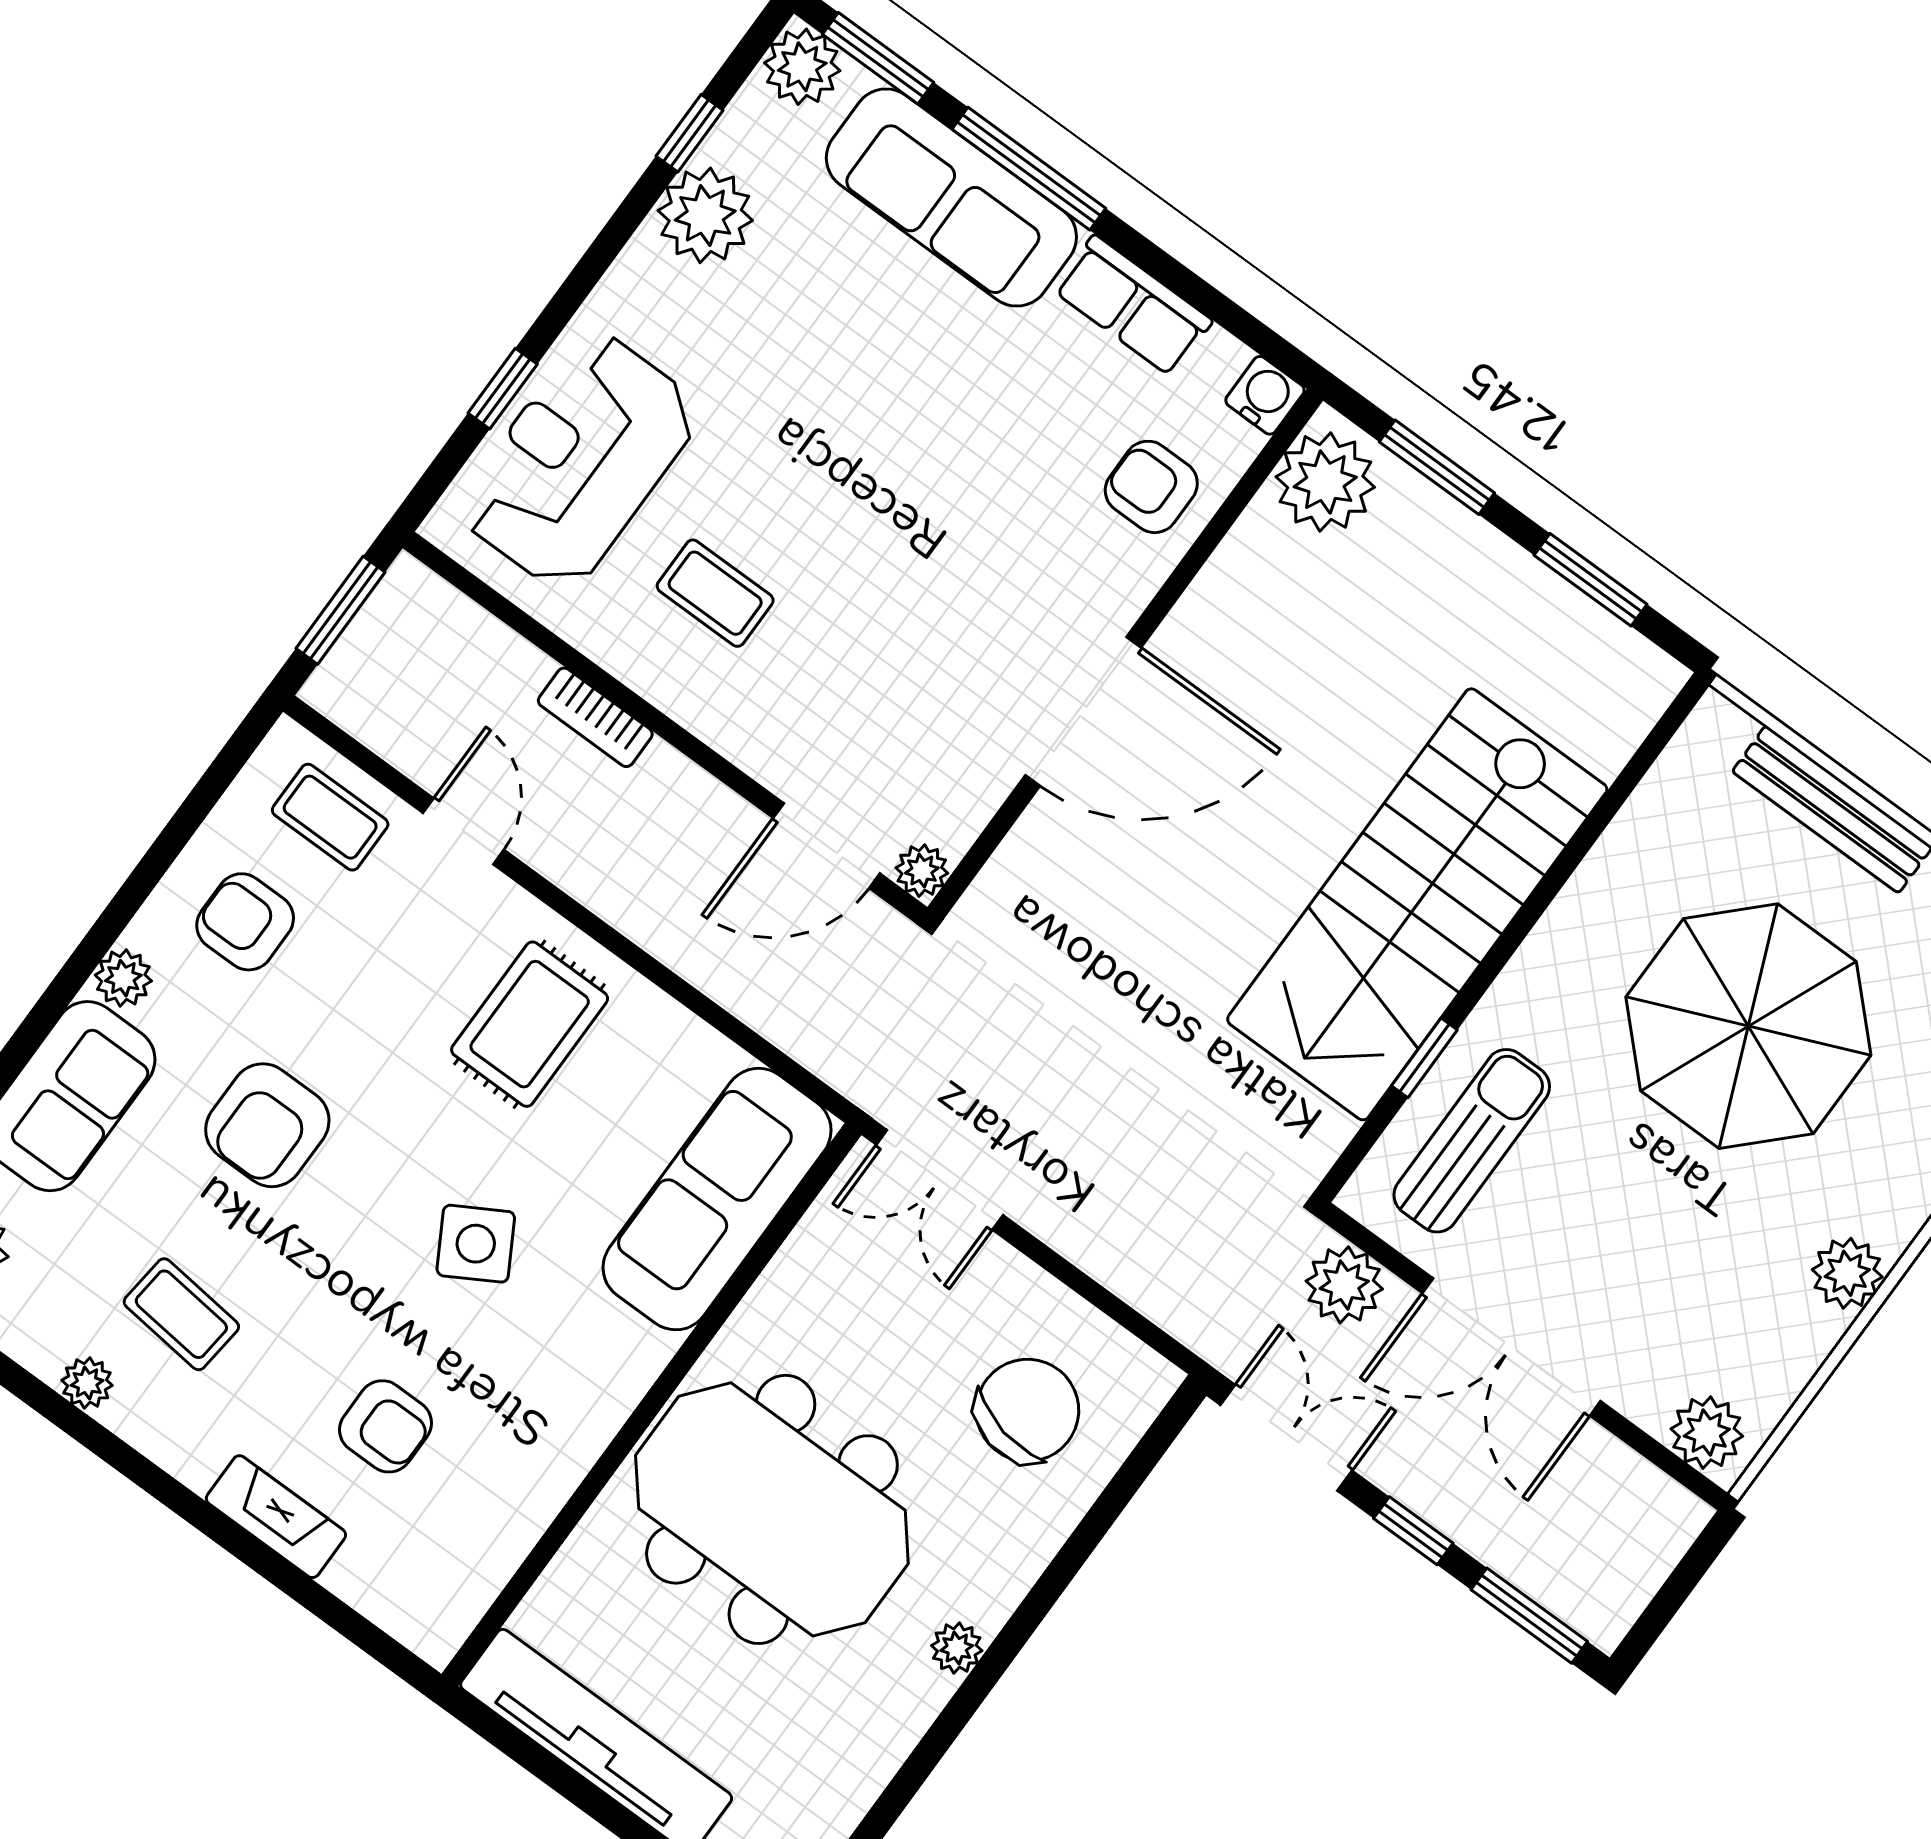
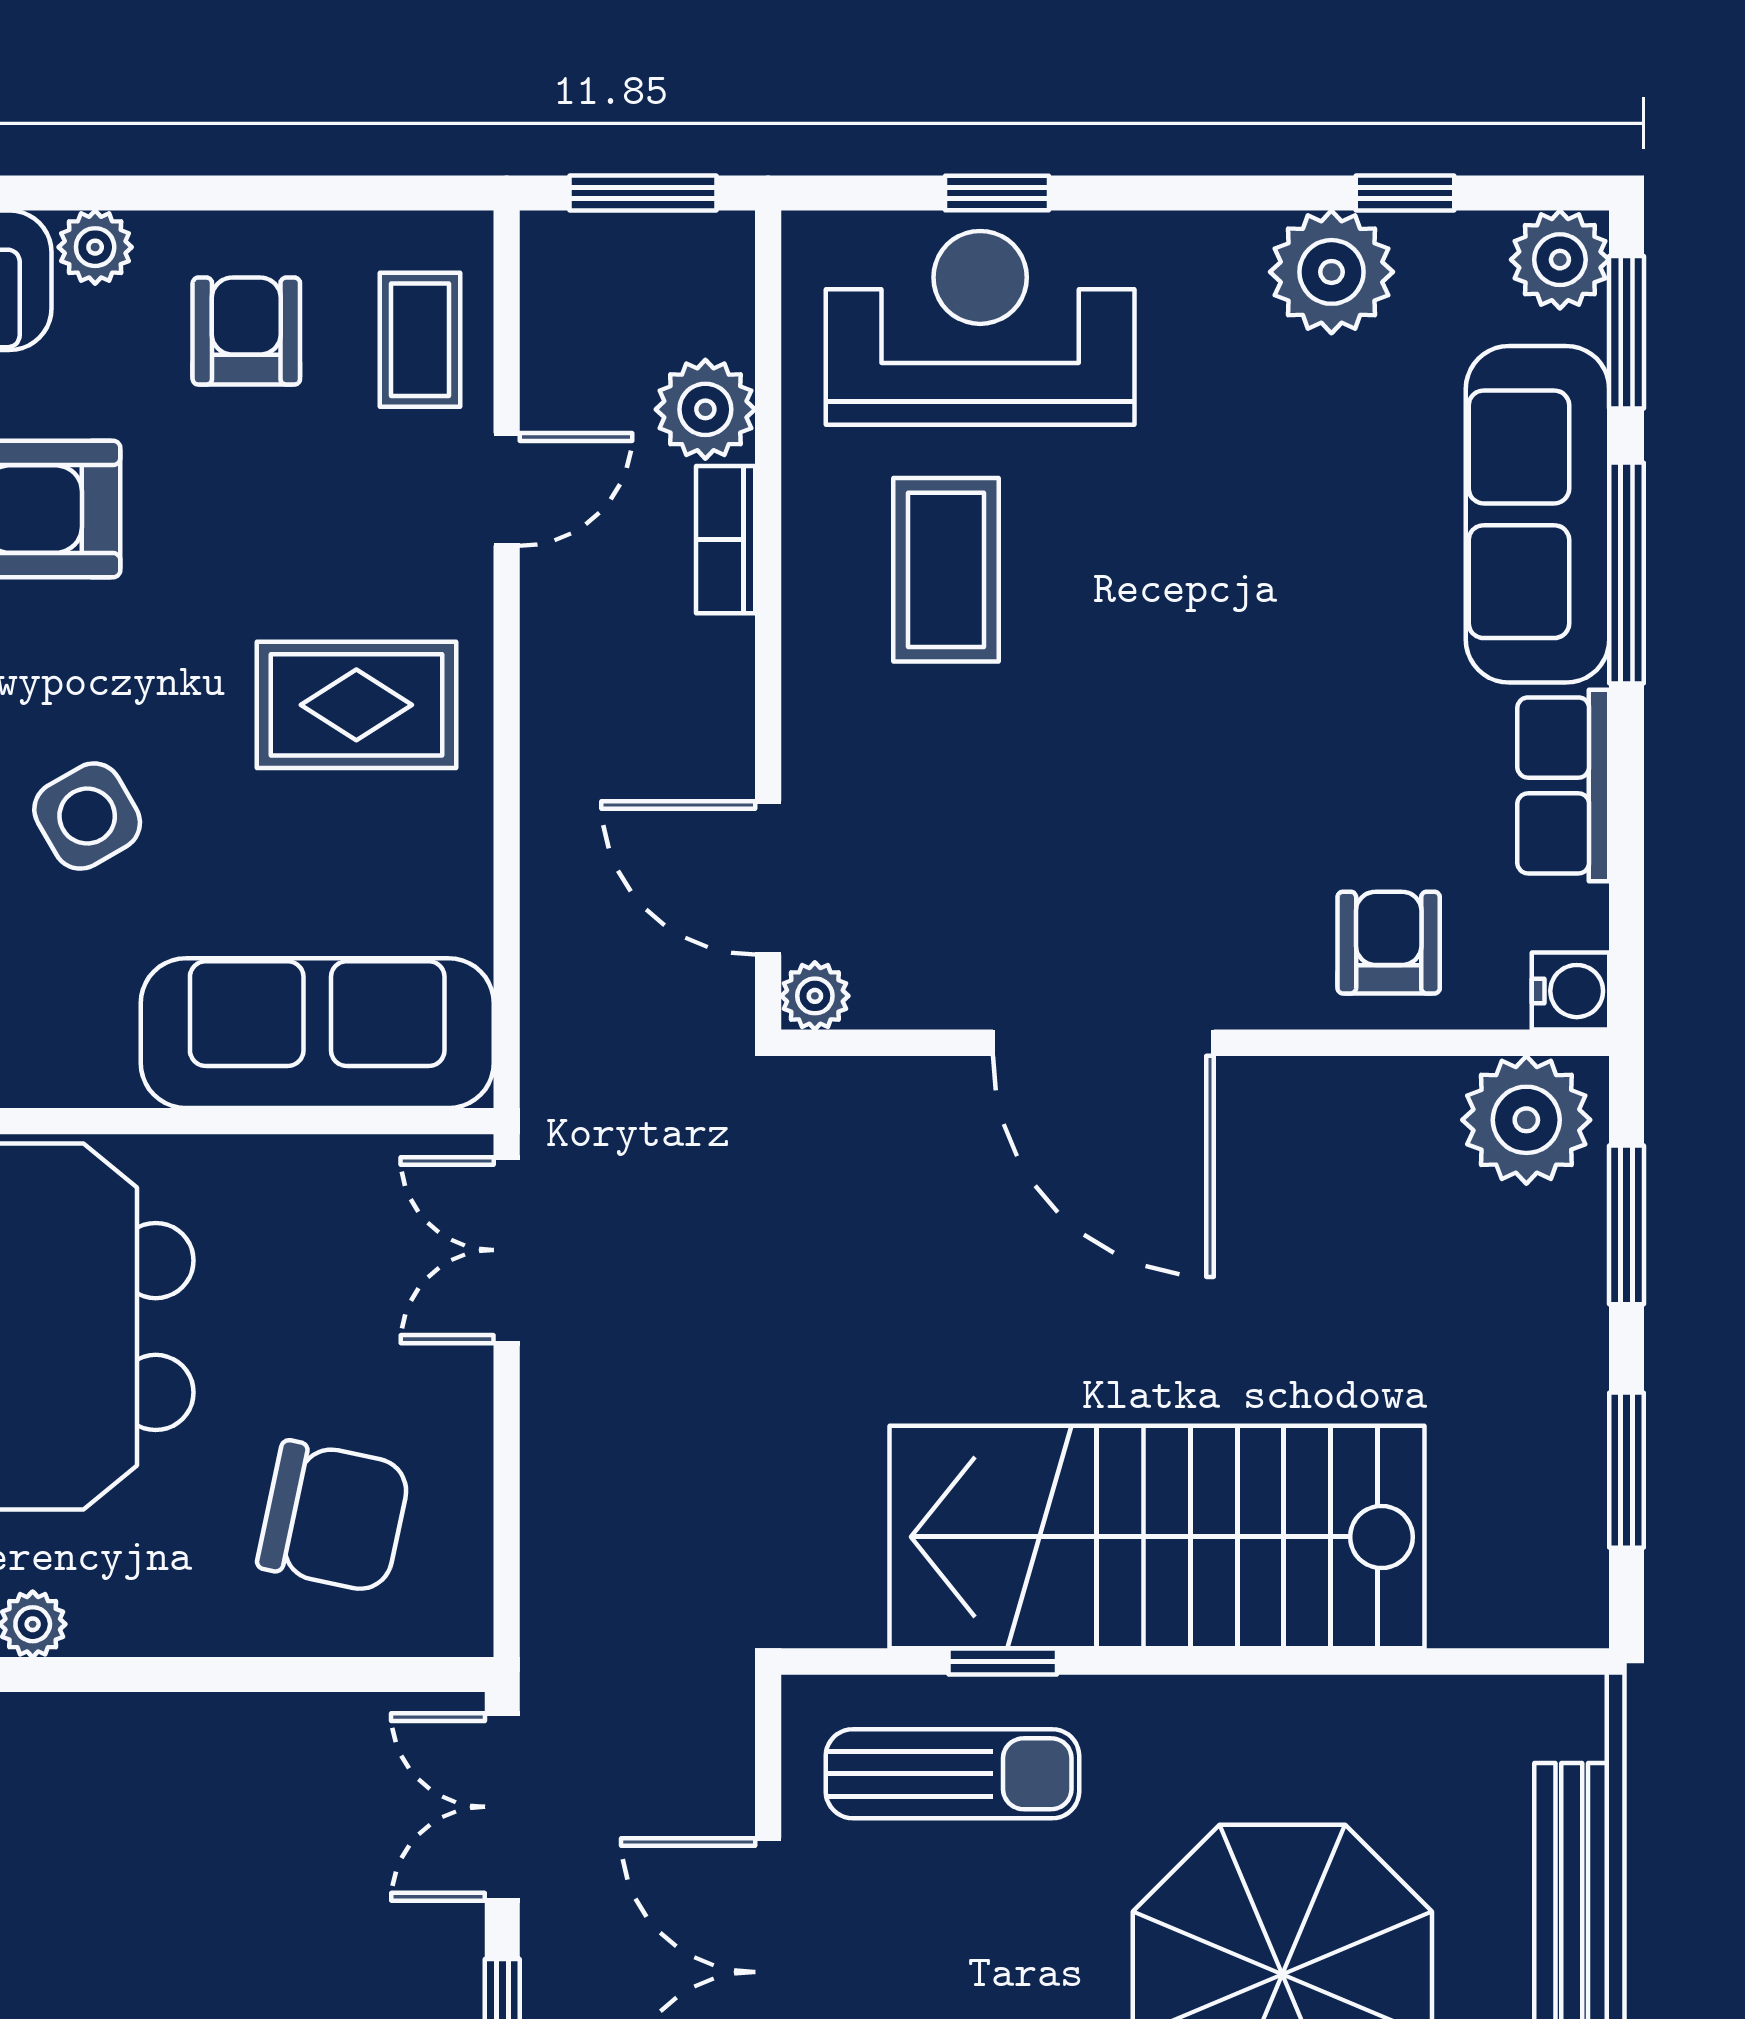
coffee table: (715, 593) -> (946, 570), width x1.36, depth x1.30
plant: (1344, 1285) -> (705, 409), moved
double door: (1286, 1438) -> (502, 1807), swing flipped

